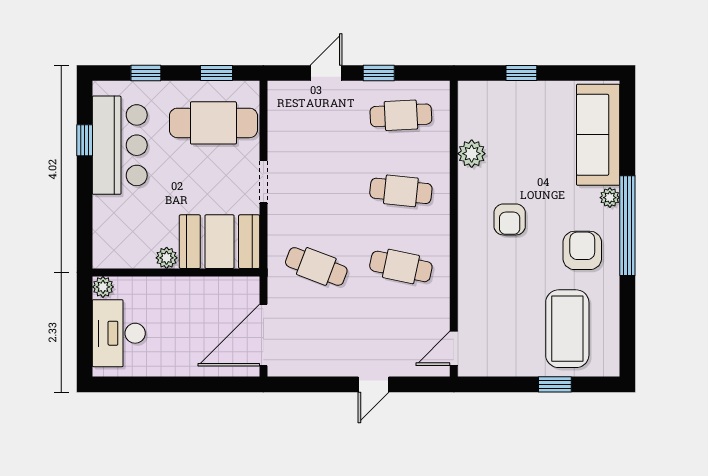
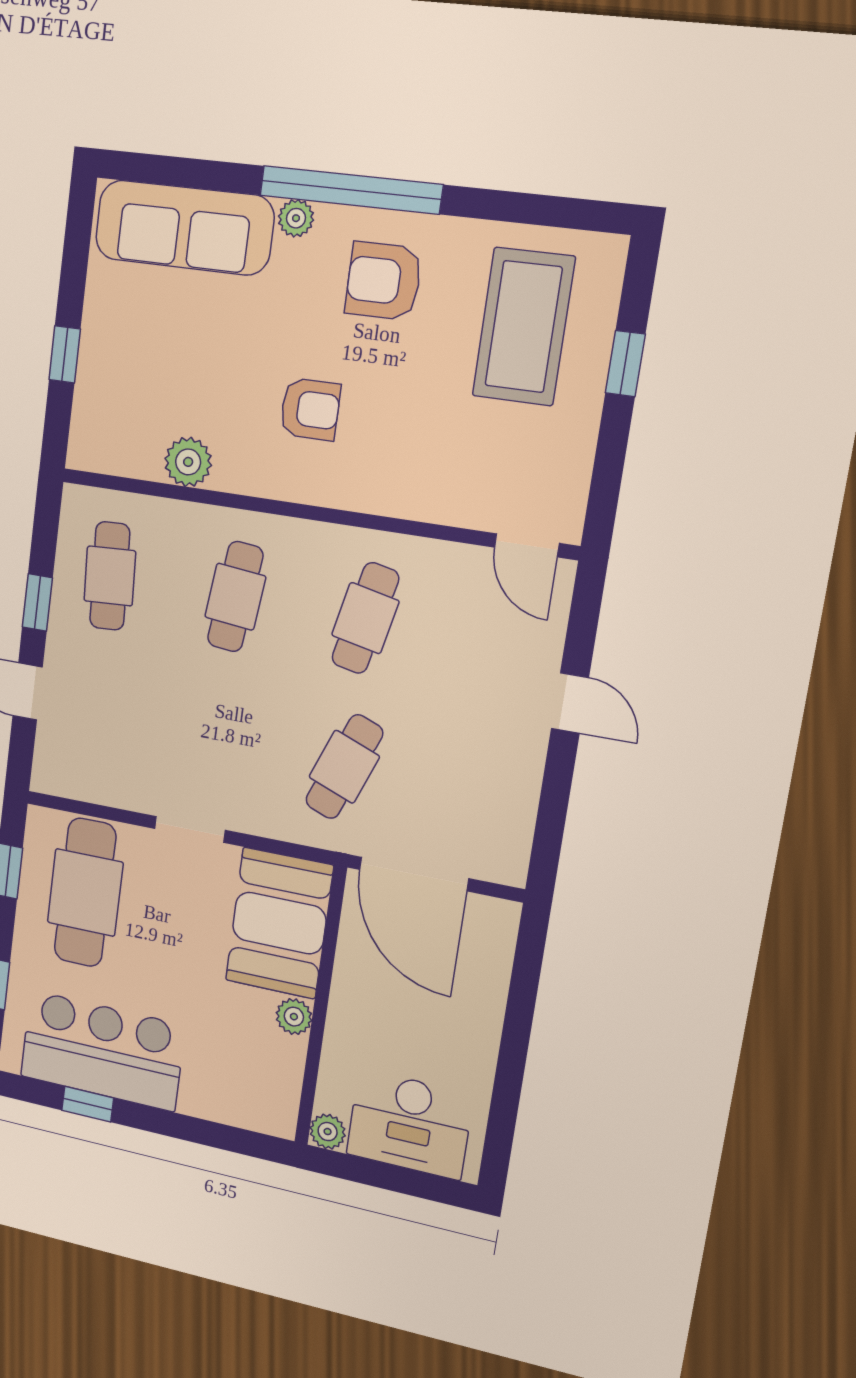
coffee table: (567, 329) -> (523, 327), turned 90
door: (263, 335) -> (414, 874), moved

